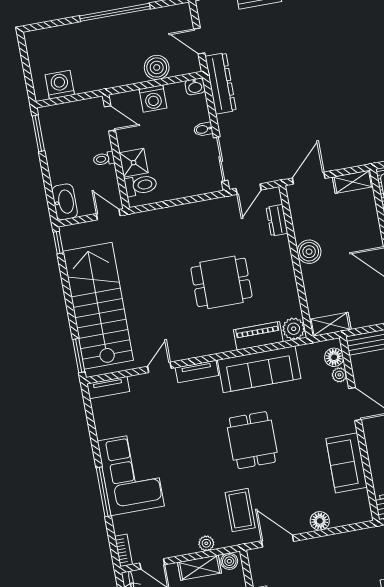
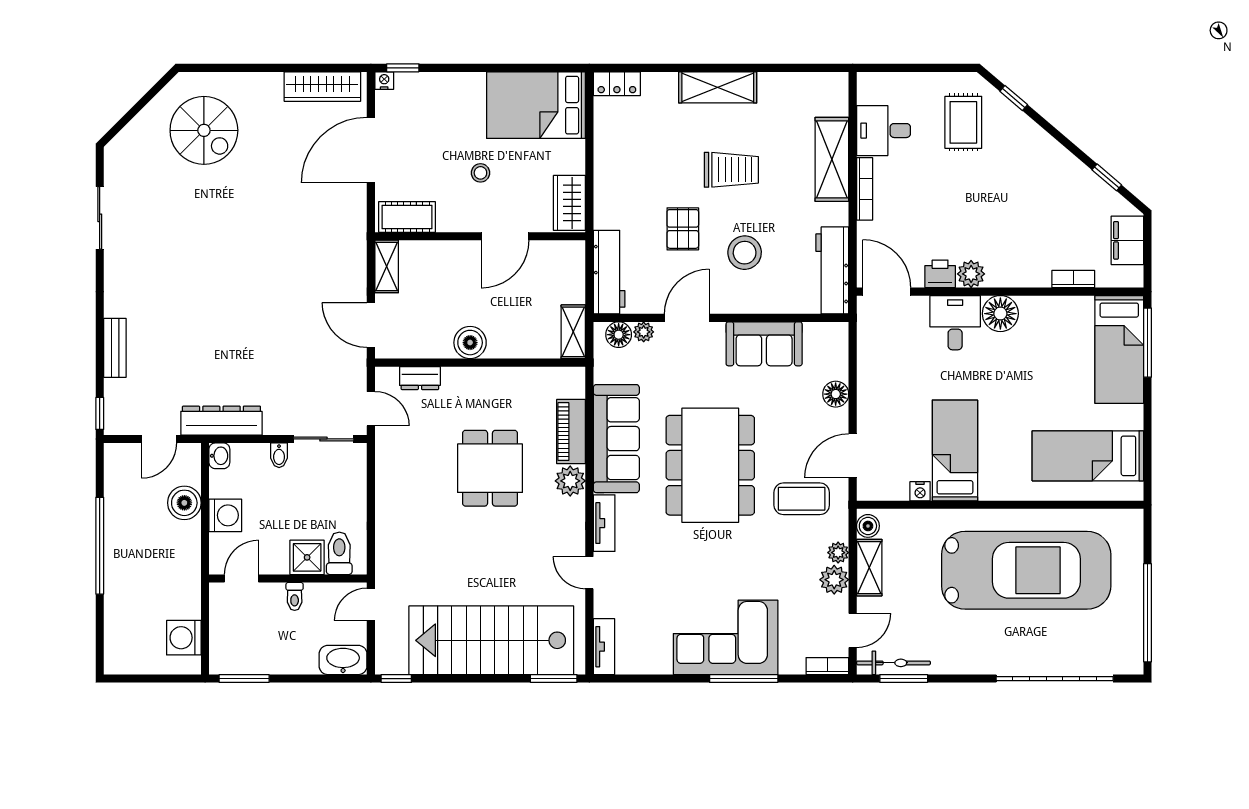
plant: (294, 329) -> (570, 481), moved
dining table: (252, 440) -> (710, 465), width x1.88, depth x1.24
plant: (186, 544) -> (834, 580), added

